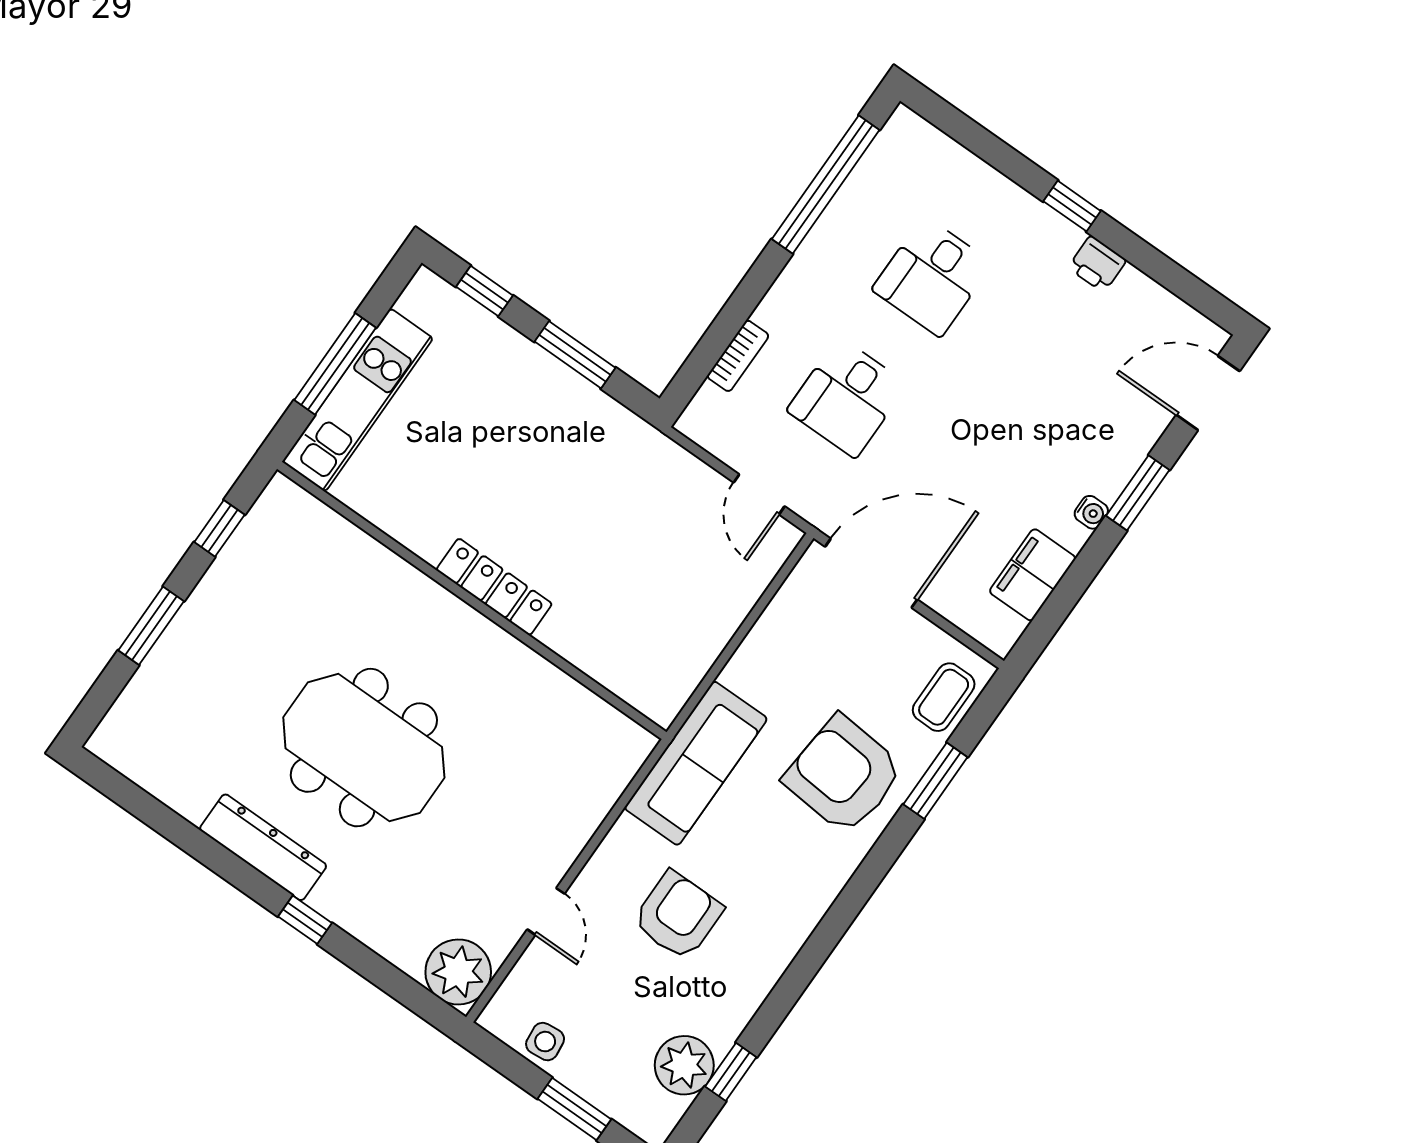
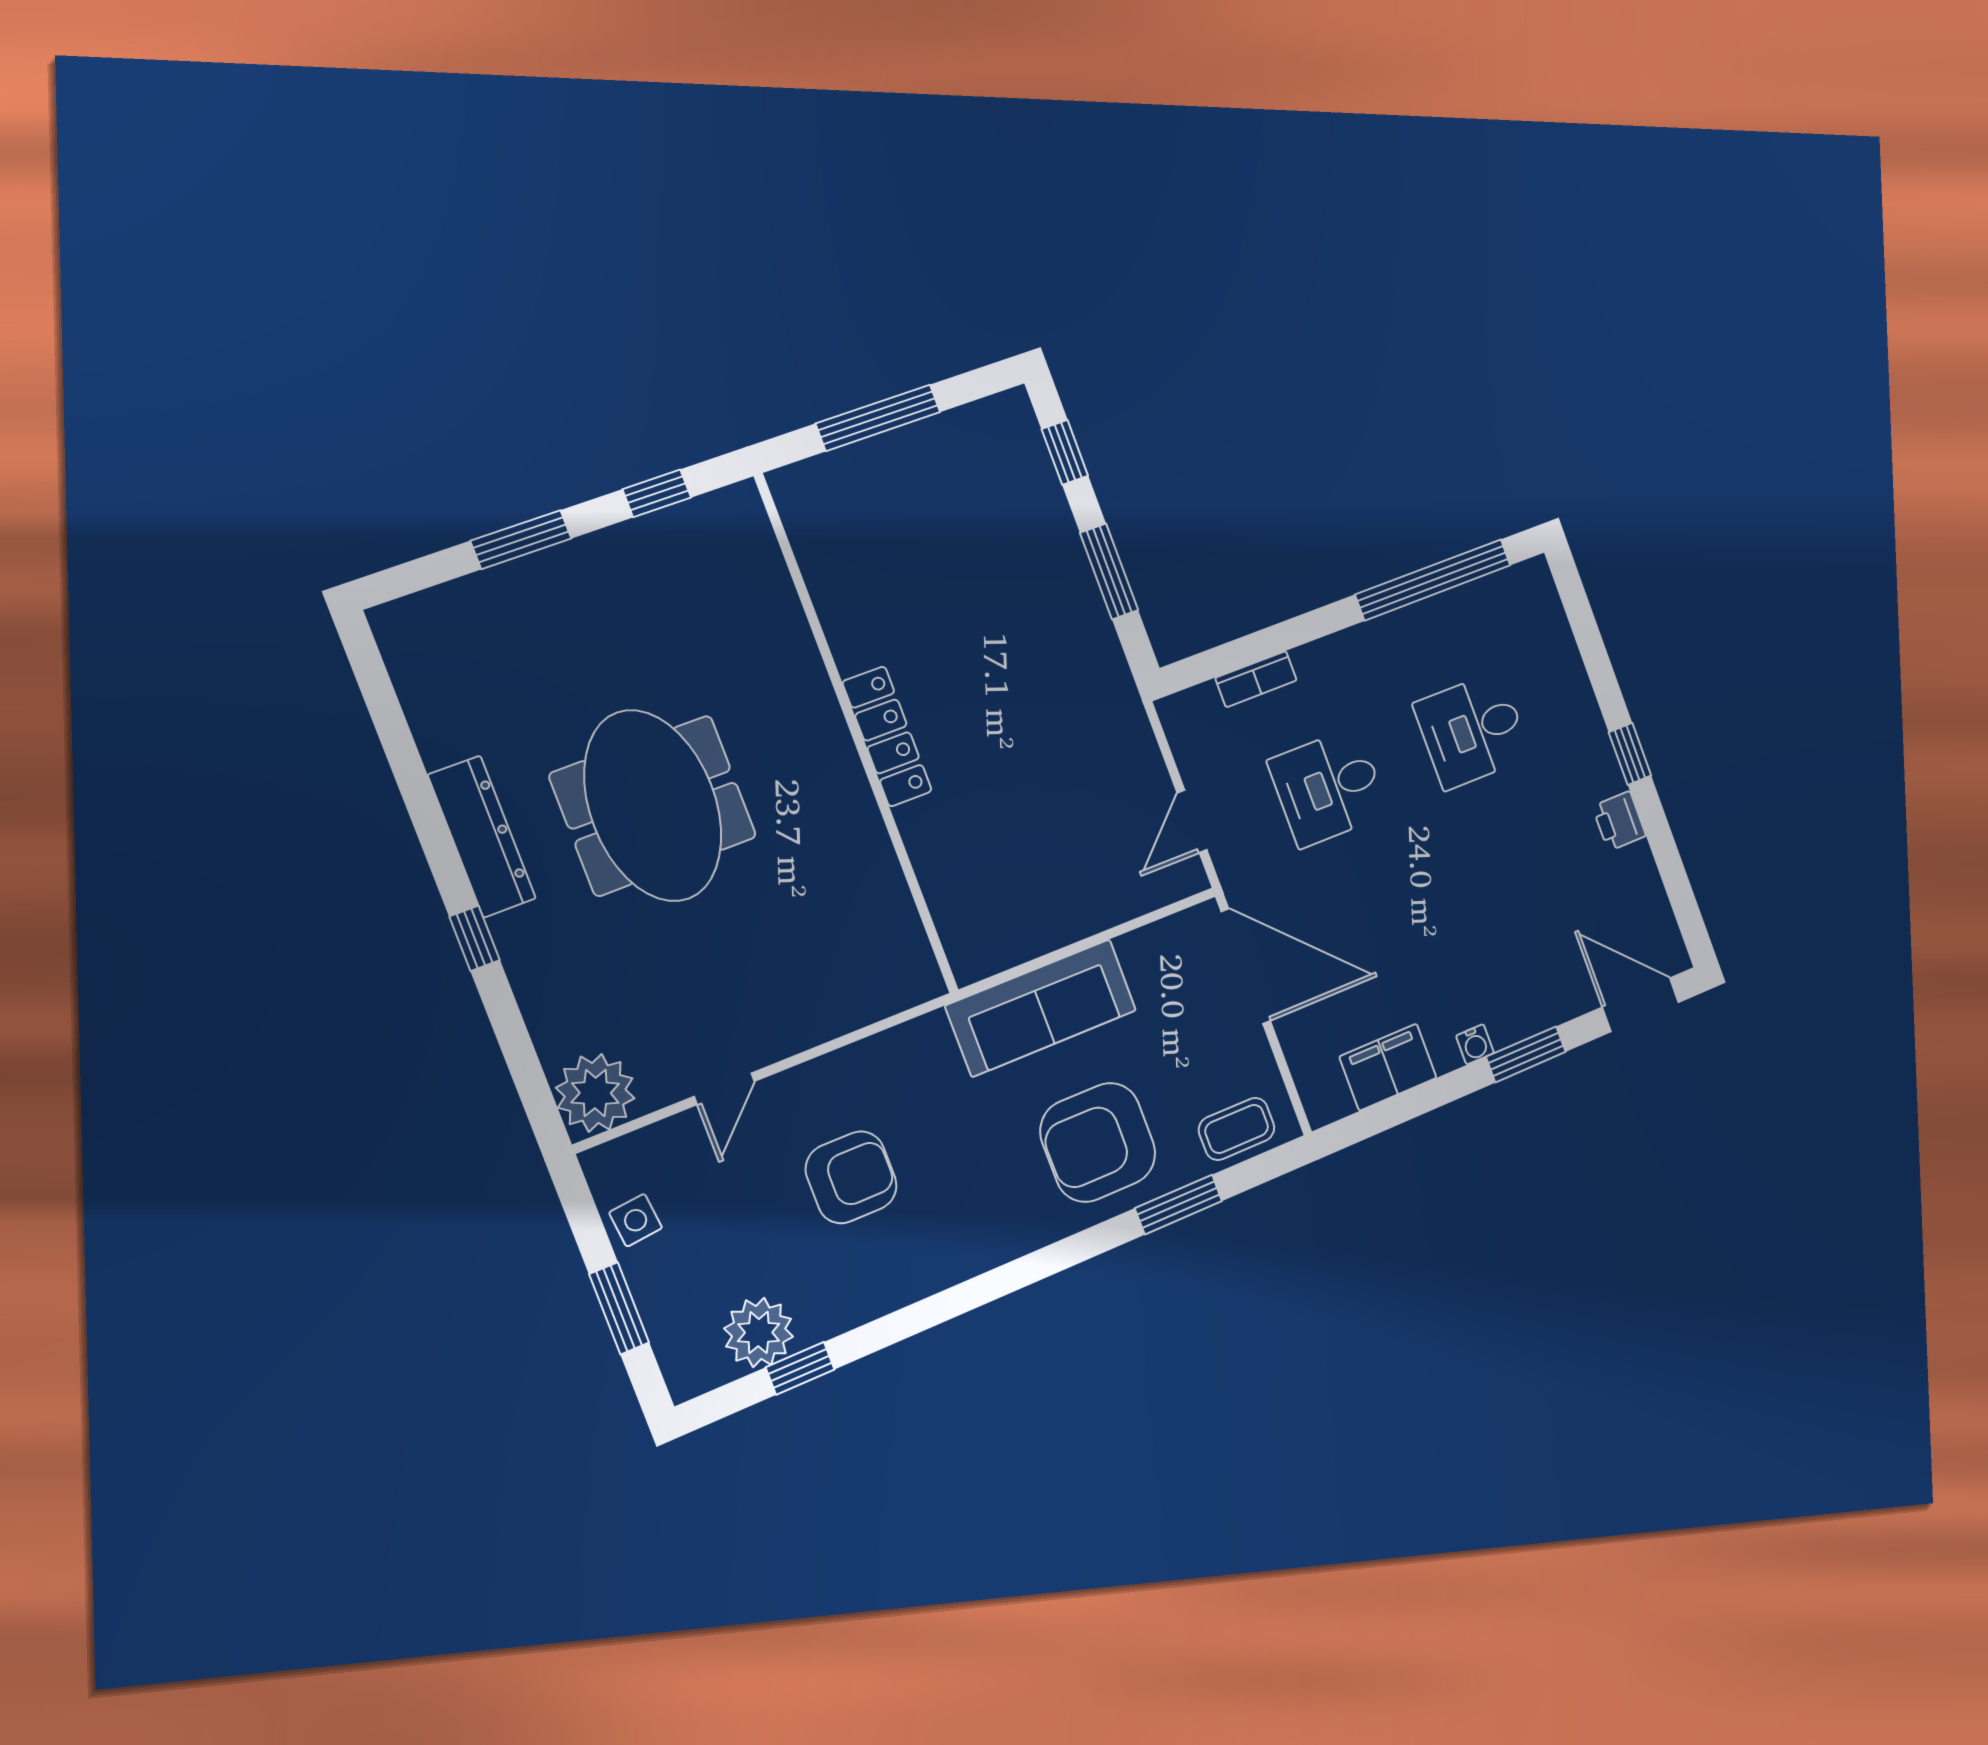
kitchen unit: (358, 400) -> (877, 467), removed
sofa: (696, 763) -> (1041, 1008), moved
armchair: (844, 775) -> (1098, 1142), turned -95

